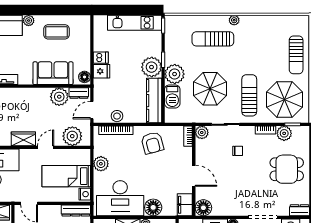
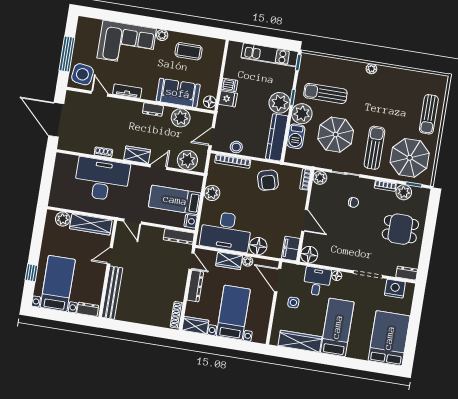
sun lounger: (213, 39) -> (325, 93), moved
dresser: (79, 93) -> (153, 110), moved

